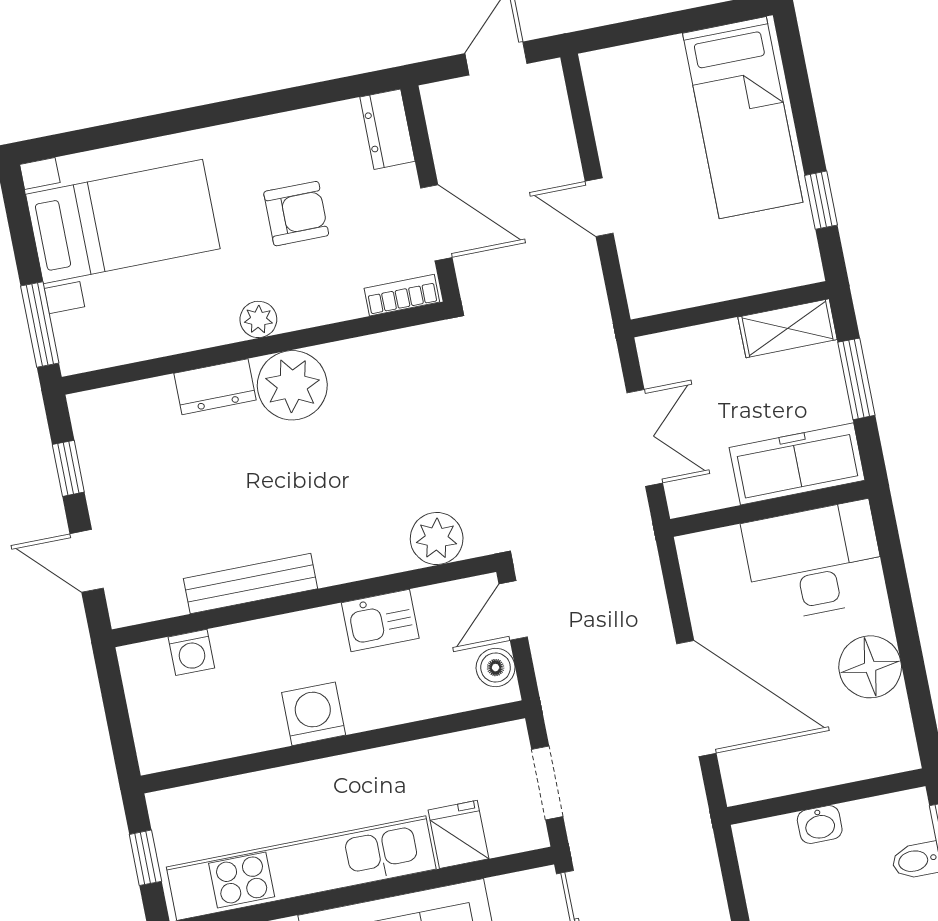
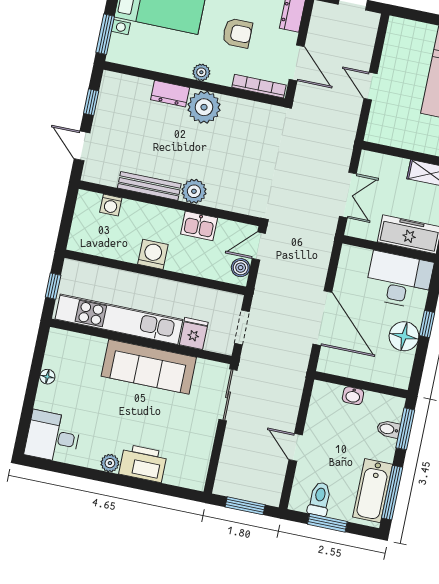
bookcase: (402, 295) -> (259, 86), width x1.56
plant: (437, 539) -> (194, 191), moved
window: (905, 624) -> (427, 324), added

